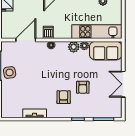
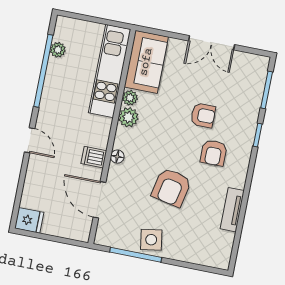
armchair: (40, 78) -> (171, 187), added
armchair: (64, 97) -> (214, 153), turned -90

